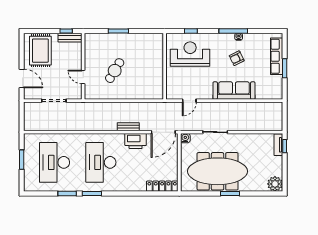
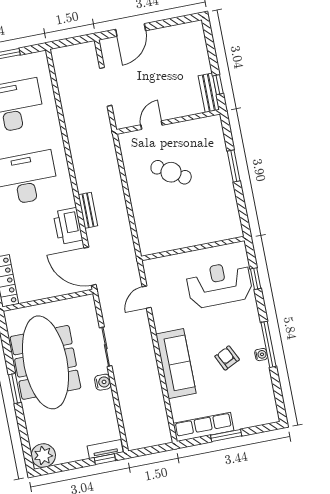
rug: (40, 51) -> (180, 51), removed
reception desk: (190, 54) -> (219, 284), turned -90
row of seats: (277, 56) -> (204, 427), moved
door: (189, 101) -> (147, 297), hinge flipped
water cooler: (185, 138) -> (103, 382), moved

